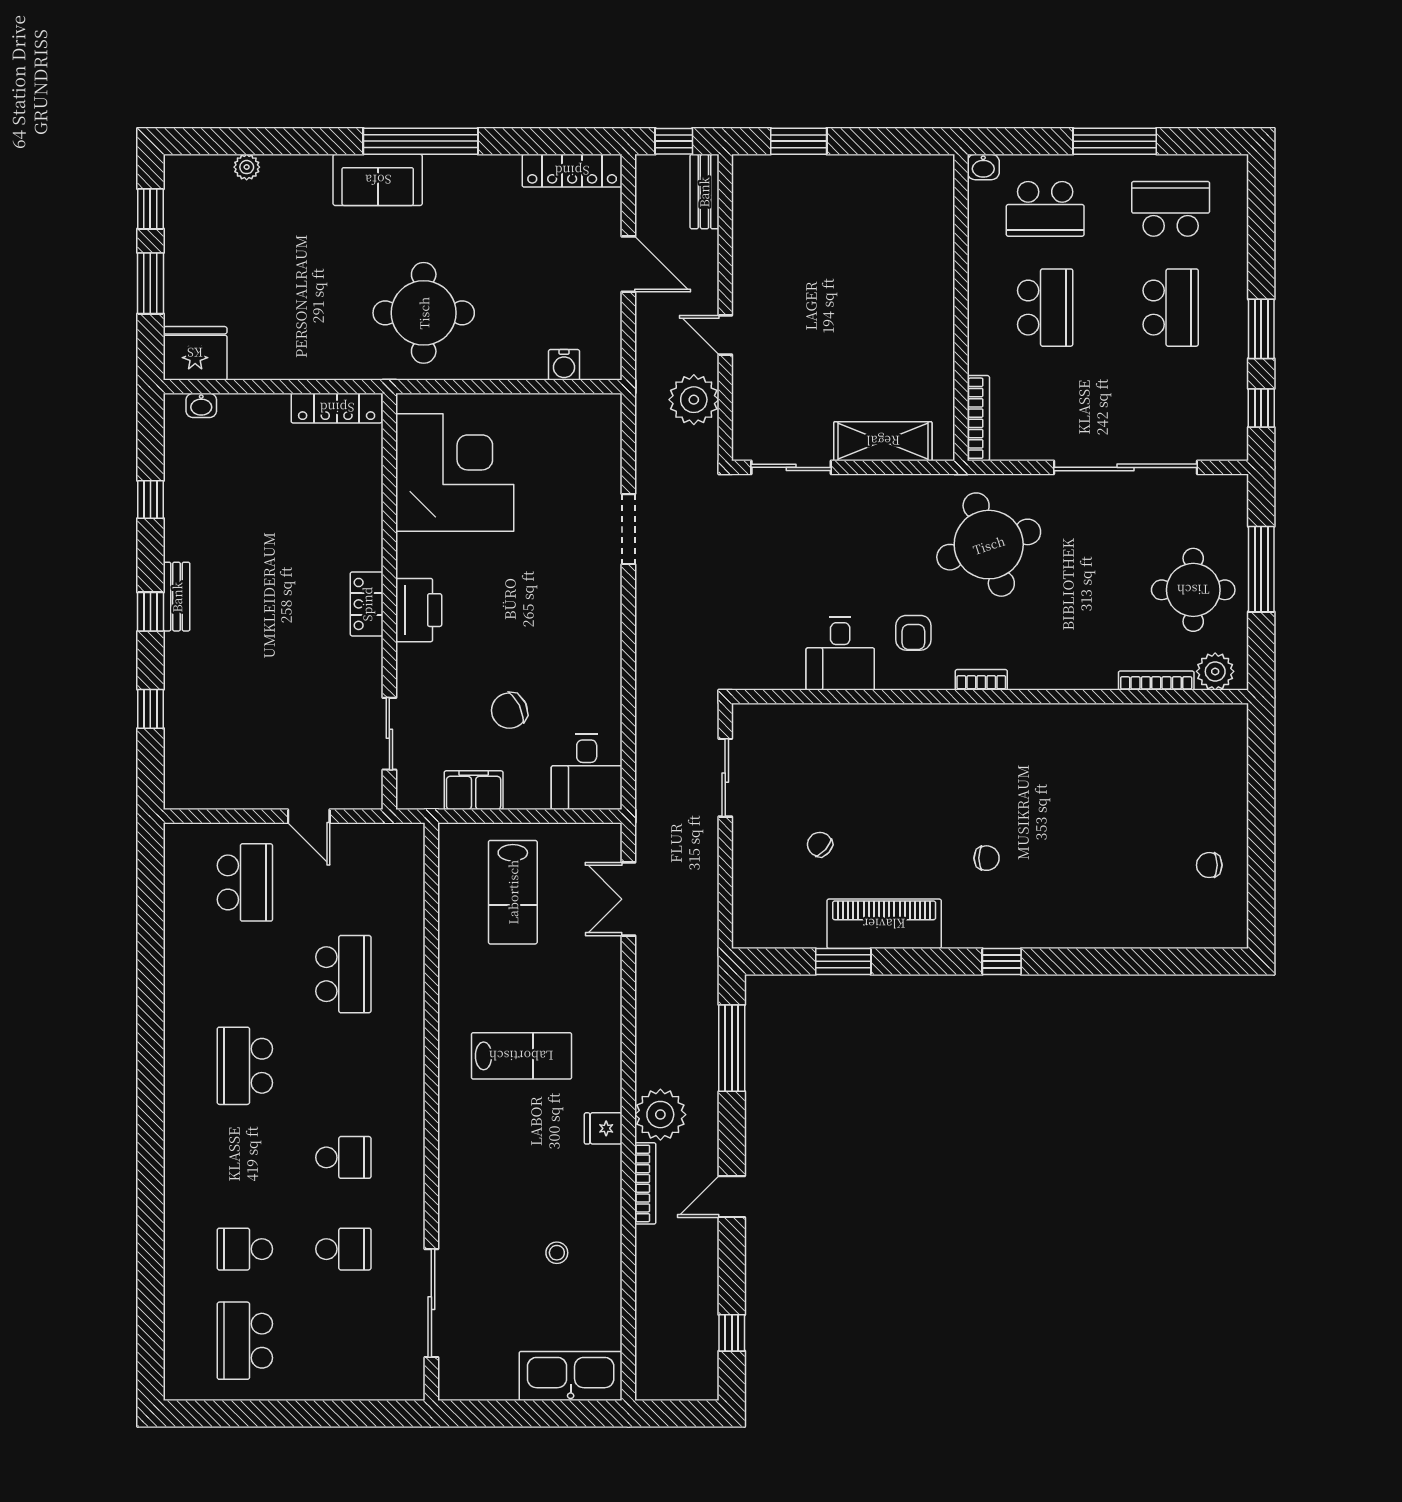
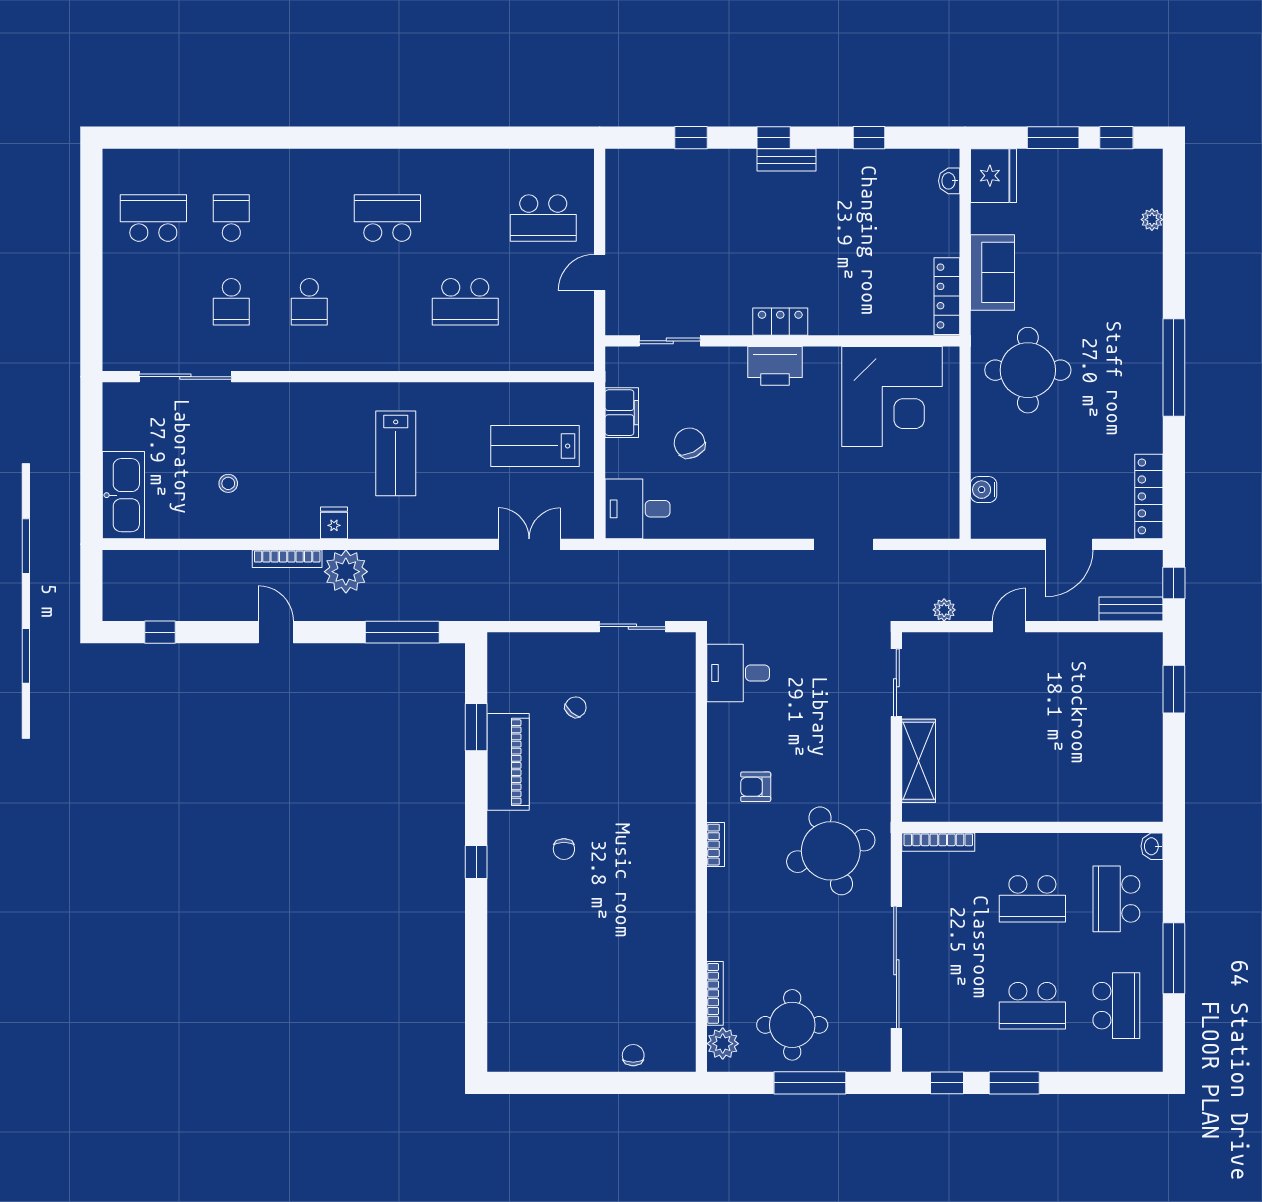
sofa: (378, 180) -> (992, 272), moved, turned 180
plant: (694, 400) -> (944, 610), width x0.53, depth x0.53
desk: (840, 653) -> (738, 673), moved
chair: (1209, 865) -> (633, 1055), moved

